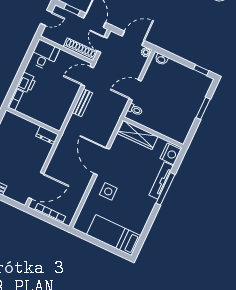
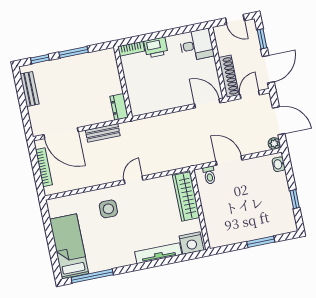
window: (201, 70) -> (295, 199), moved
bench: (82, 103) -> (103, 133), moved
door: (102, 161) -> (134, 180), width x0.53
window: (165, 189) -> (92, 276), moved

